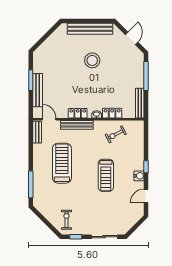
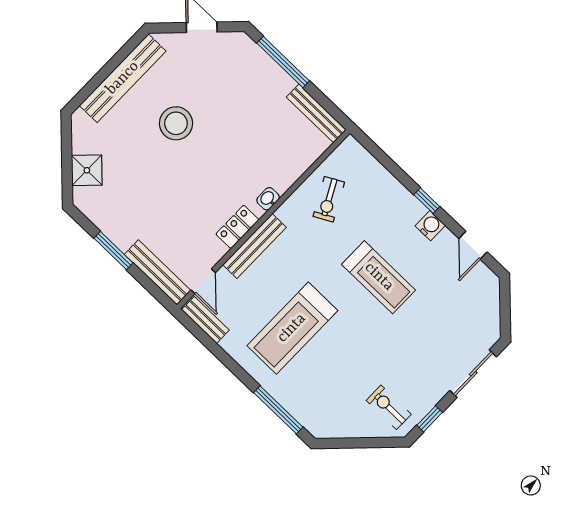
shower: (49, 46) -> (87, 170), added
bench: (38, 90) -> (158, 272), moved
locker: (112, 113) -> (290, 172), removed
door: (49, 119) -> (203, 281), swing flipped
treadmill: (62, 163) -> (292, 328), turned -90

